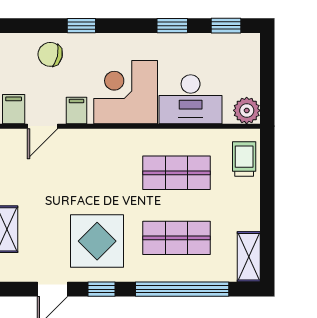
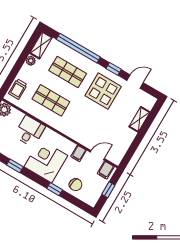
corner desk: (126, 92) -> (46, 161), moved, turned 180
desk: (191, 99) -> (30, 131), width x0.73
plant: (250, 220) -> (31, 61), added

